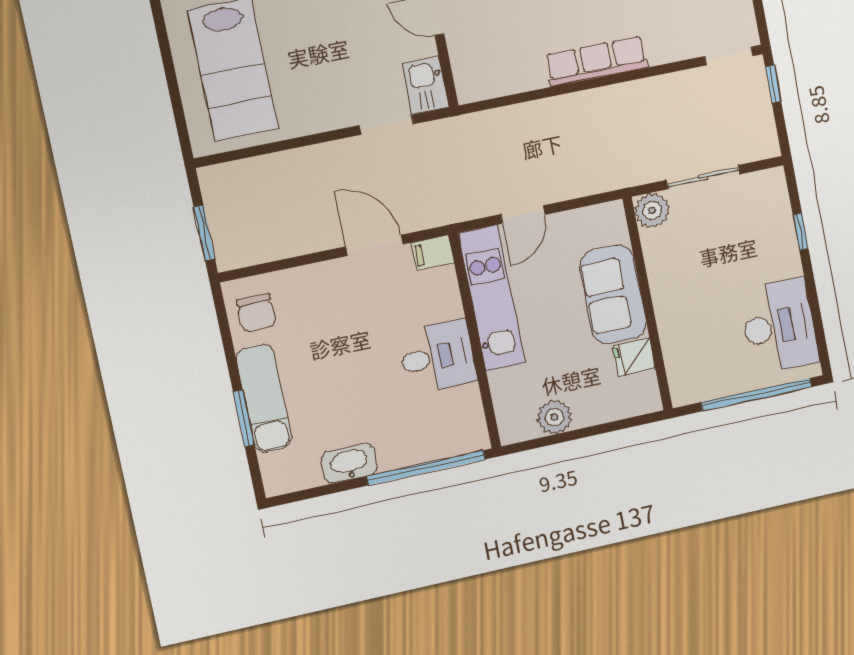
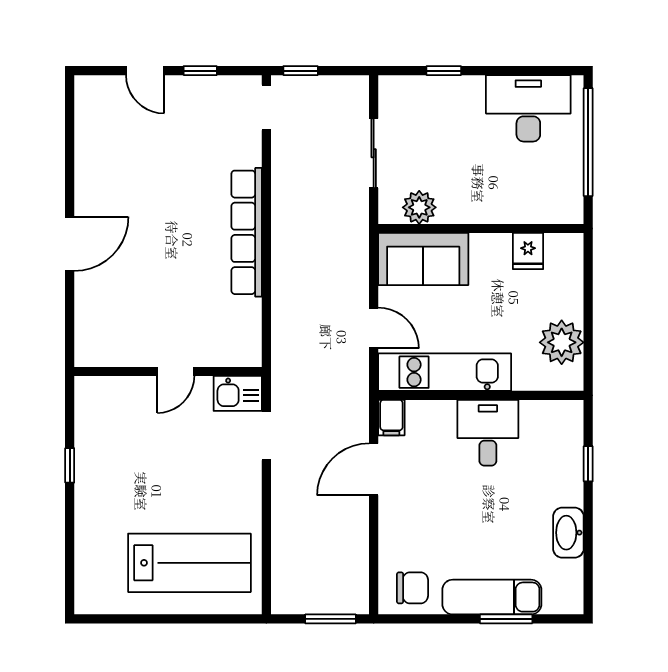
row of seats: (596, 61) -> (247, 232), width x1.36
plant: (652, 210) -> (419, 207), moved
sofa: (613, 295) -> (423, 259), moved
plant: (554, 417) -> (562, 342), width x1.36, depth x1.36
window: (426, 468) -> (588, 464), width x0.32

